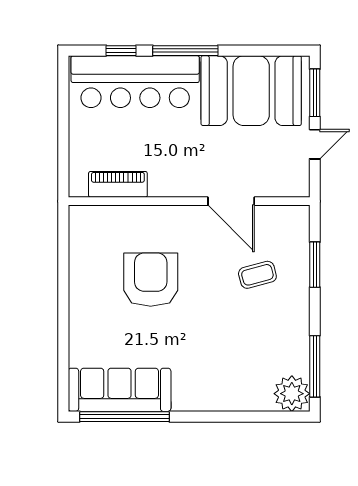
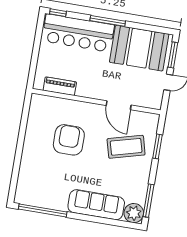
window: (121, 51) -> (58, 13), moved
coffee table: (257, 275) -> (126, 147), width x1.86, depth x1.72
sofa: (120, 390) -> (96, 205), moved

